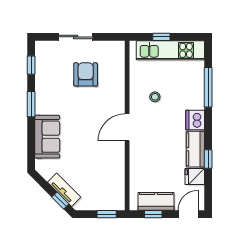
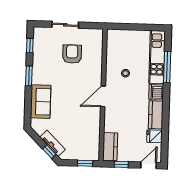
window: (161, 37) -> (132, 27), removed
kitchen unit: (170, 50) -> (157, 57), moved, turned 90
window: (208, 159) -> (165, 123), removed
kitchen counter: (156, 201) -> (110, 147), moved, turned 90

